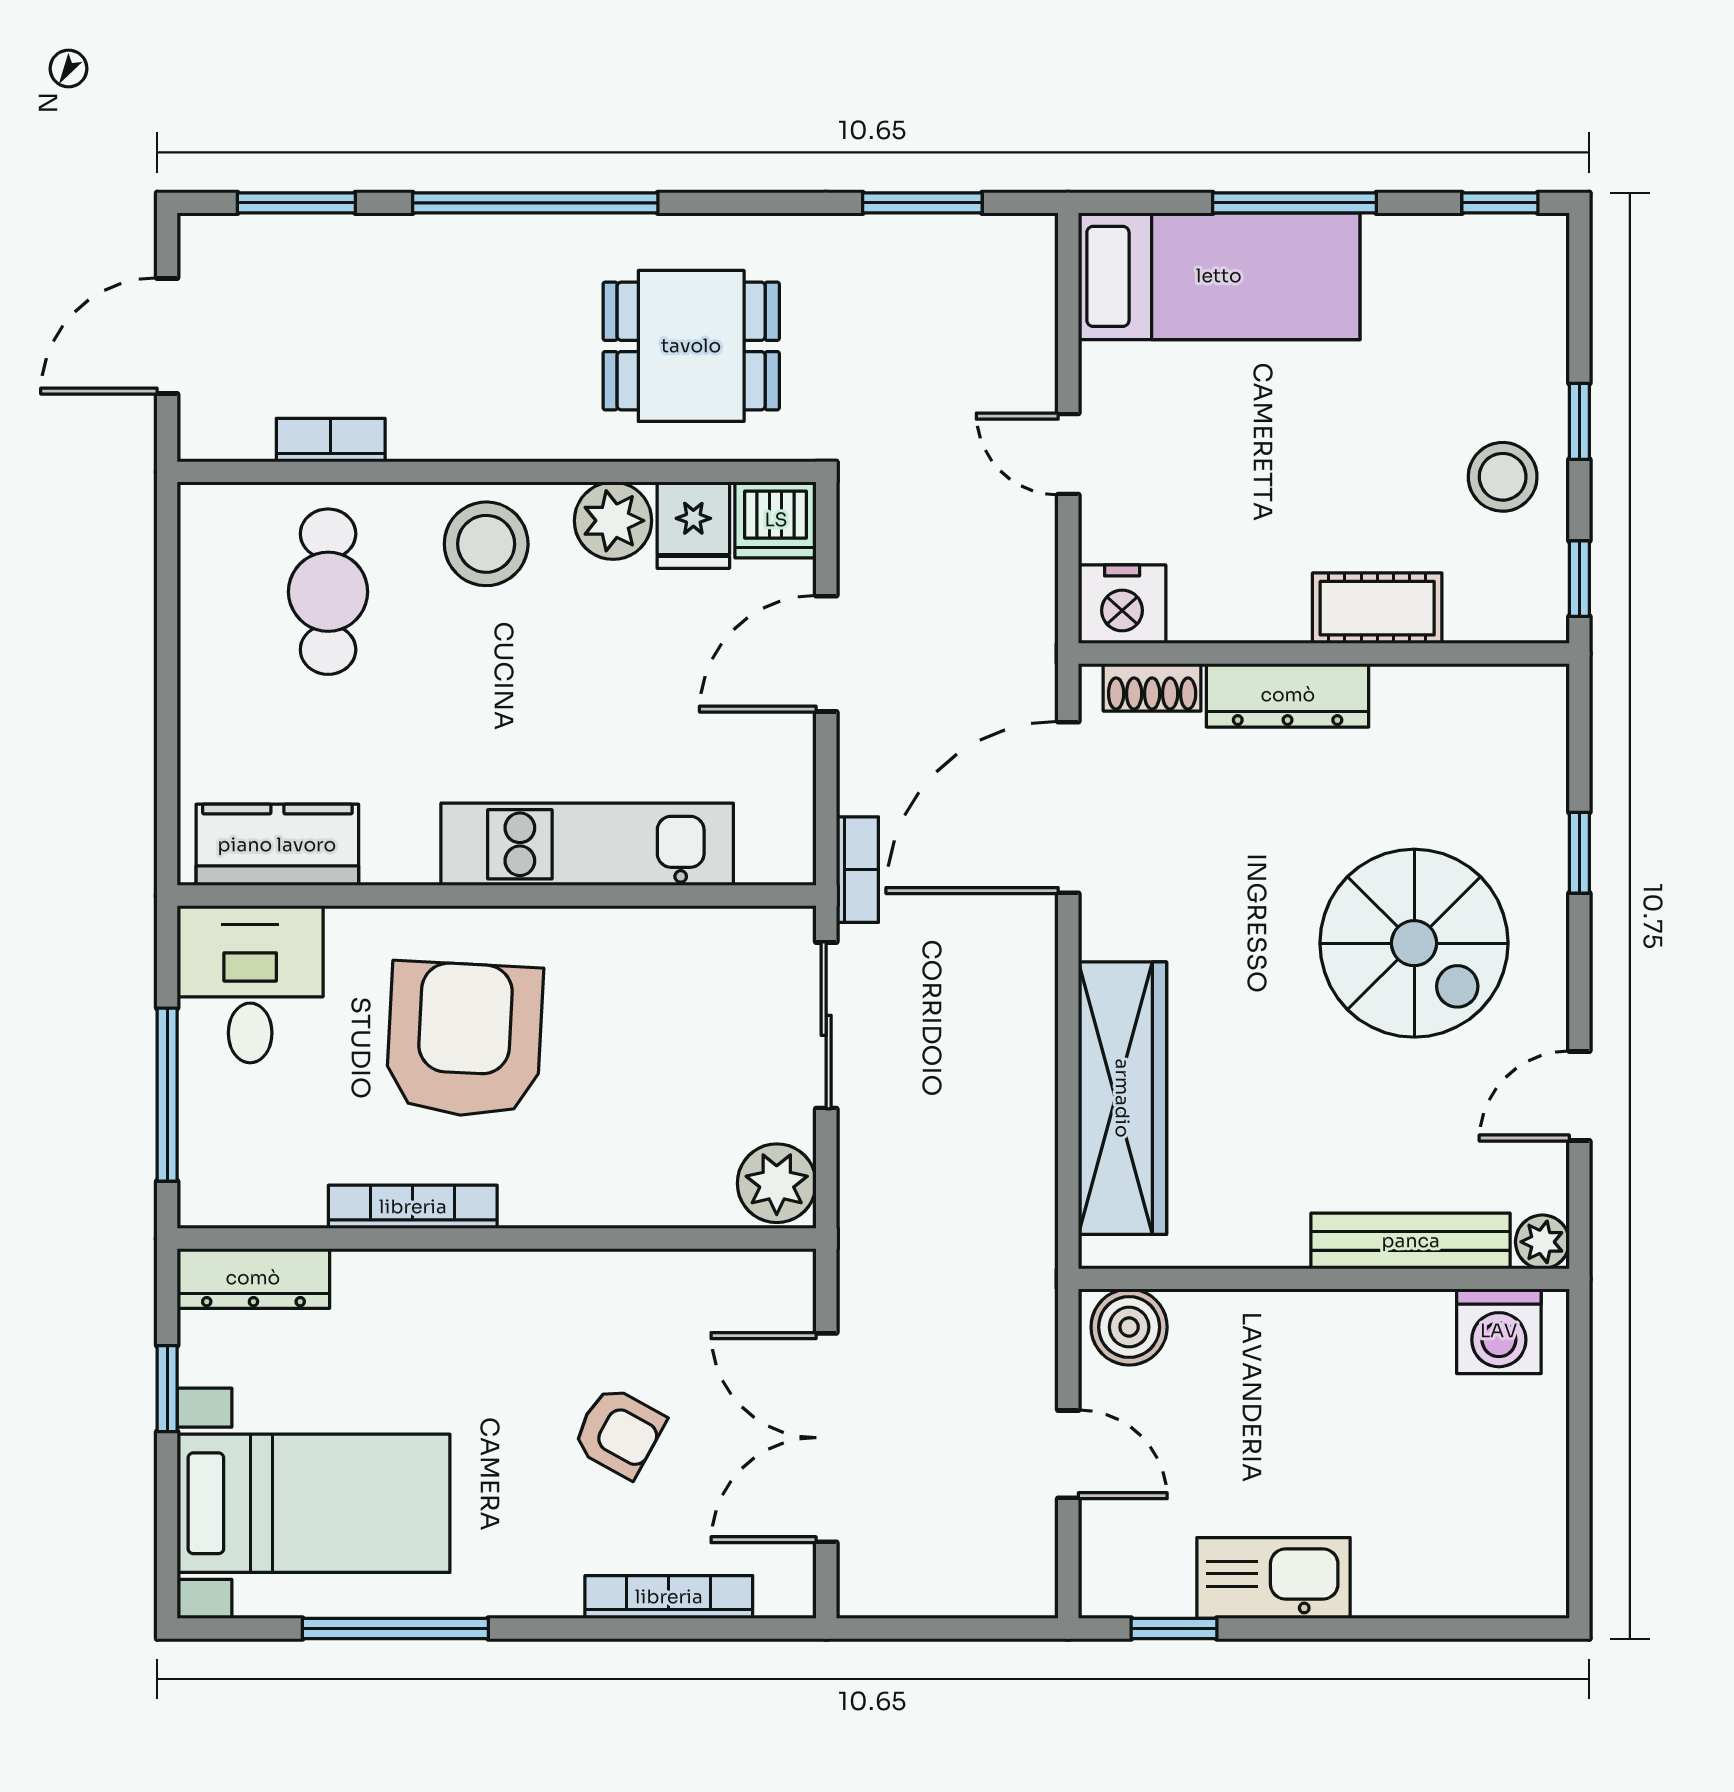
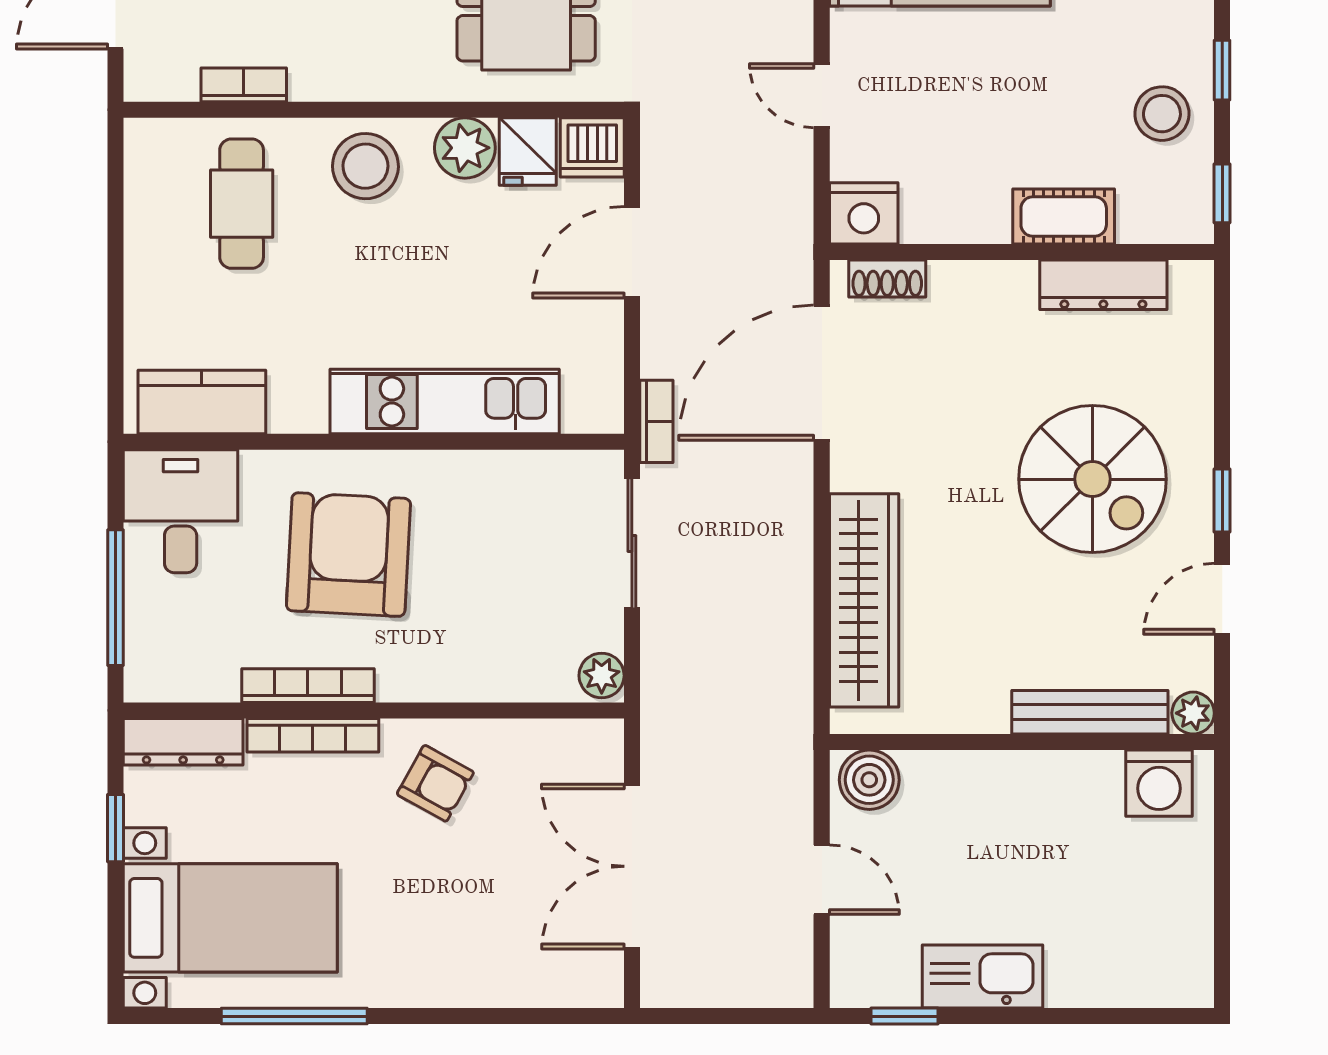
dresser: (1288, 695) -> (1103, 285), moved
window: (1579, 853) -> (1222, 501), moved
plant: (777, 1183) -> (602, 676), width x0.73, depth x0.73
armchair: (619, 1432) -> (435, 783), moved
bookcase: (669, 1597) -> (313, 735), moved, turned 180

